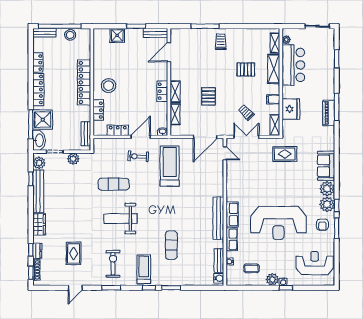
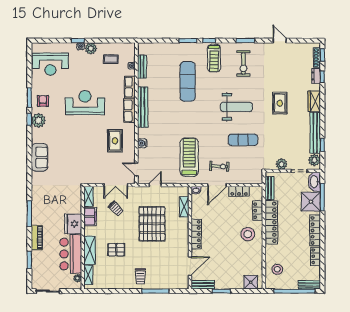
stool: (70, 35) -> (277, 269), moved
shower: (117, 35) -> (251, 282), moved
locker: (84, 82) -> (271, 222), moved
locker: (162, 91) -> (196, 234), width x1.53
shelving: (175, 92) -> (184, 228), removed
pallet: (208, 96) -> (152, 224), width x2.05, depth x2.00
filing cabinet: (273, 99) -> (90, 217), width x2.00
fridge: (291, 109) -> (73, 224), moved
piano: (329, 113) -> (37, 238), moved
door: (205, 137) -> (155, 185), width x0.53
rug: (285, 154) -> (115, 141), moved, turned 90
treadmill: (170, 166) -> (189, 157), turned 180
plant: (327, 189) -> (38, 135), removed
reception desk: (278, 223) -> (85, 103), width x0.74, depth x0.77
exercise mat: (171, 245) -> (188, 81), width x1.36, depth x1.45
rug: (74, 254) -> (280, 103), moved
water cooler: (219, 278) -> (142, 143), moved
door: (75, 288) -> (280, 41), hinge flipped

